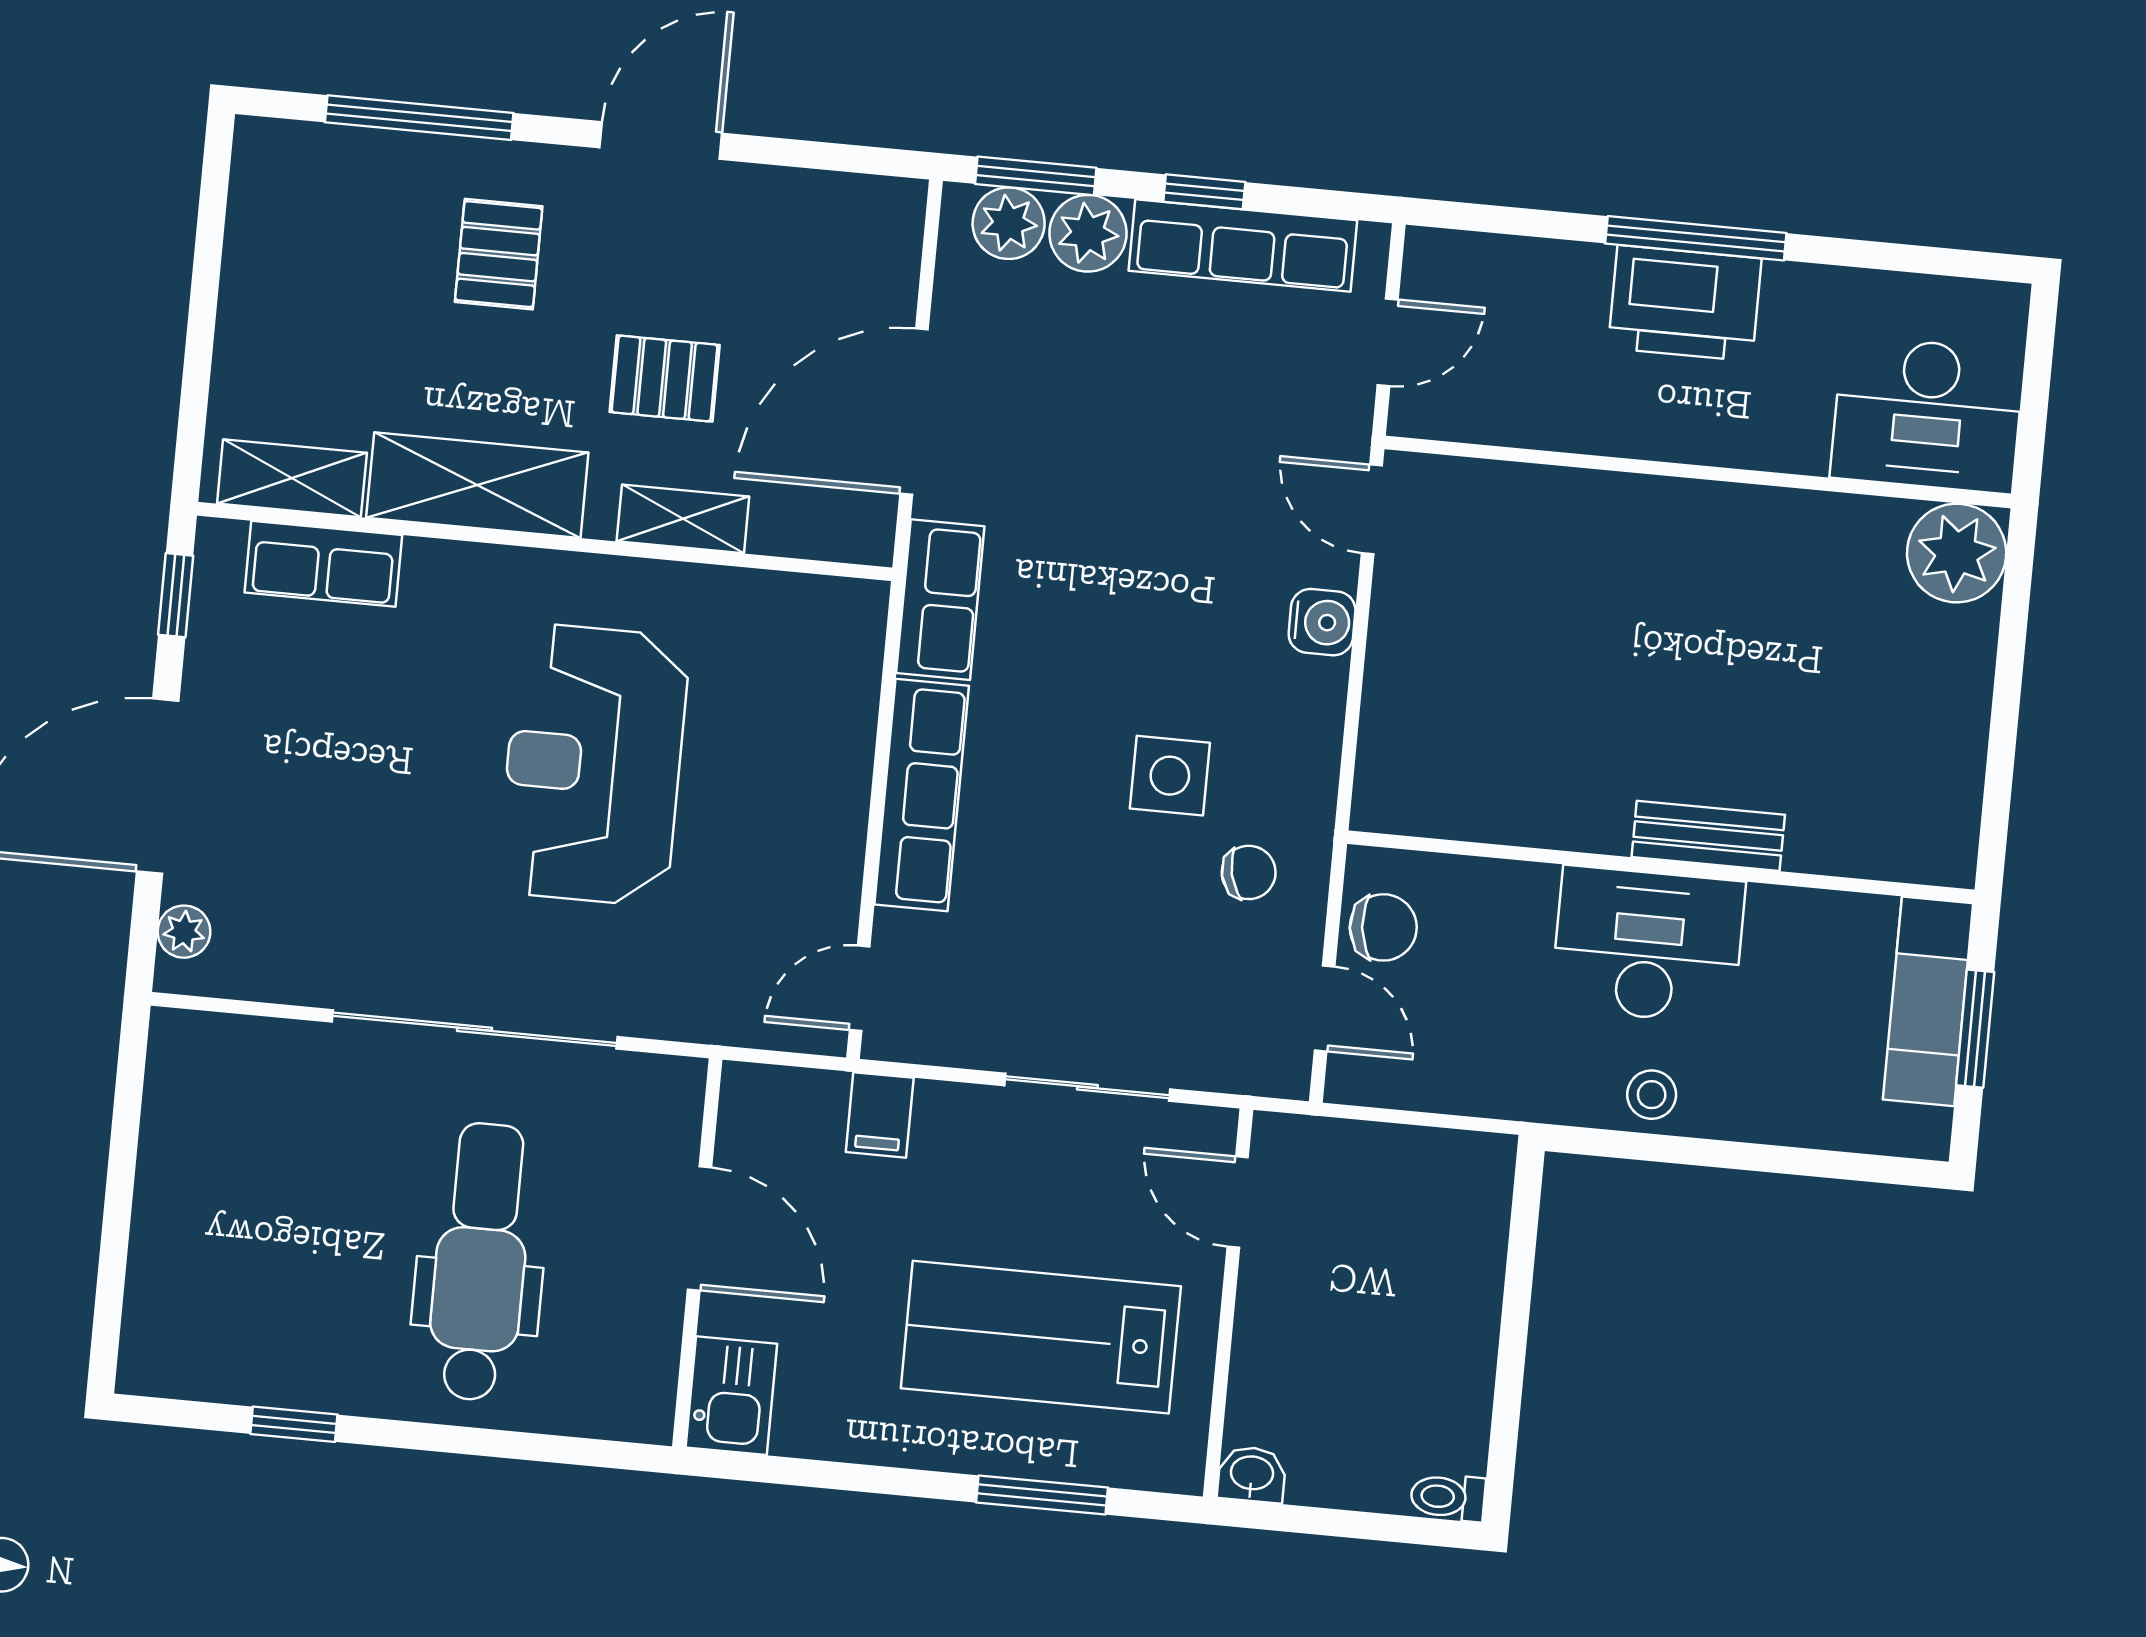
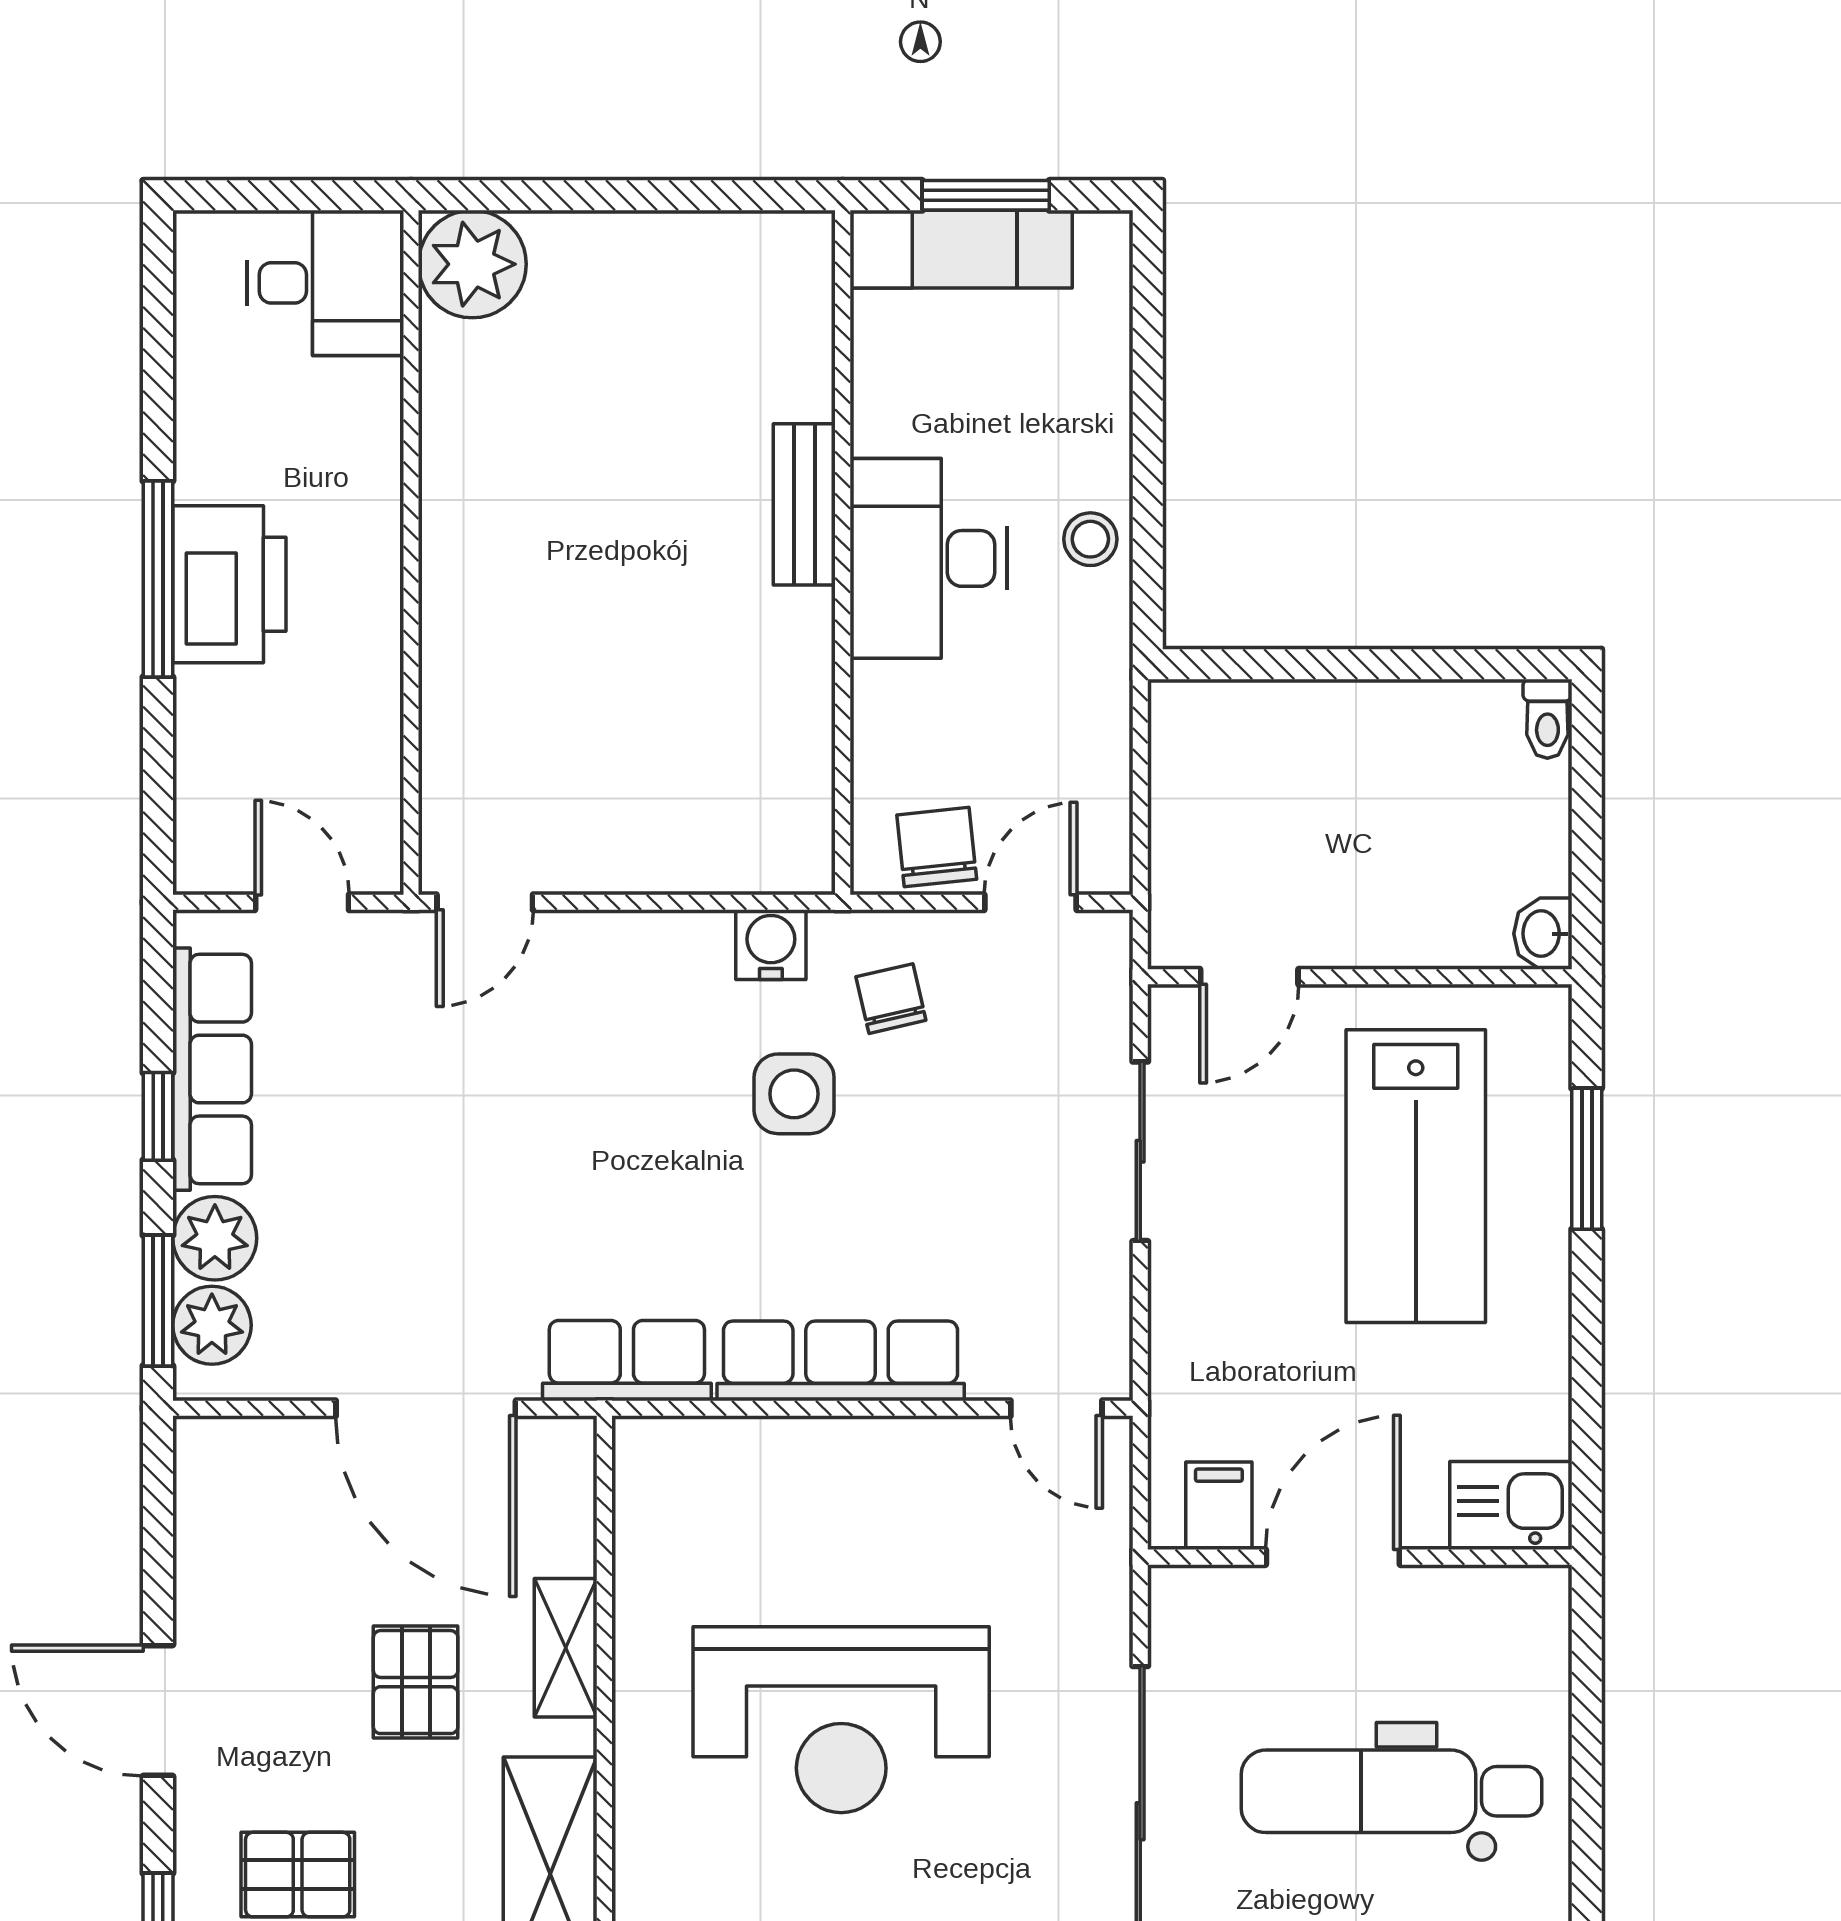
desk: (1927, 415) -> (325, 283), width x0.73
water cooler: (1322, 622) -> (771, 945), moved
filing cabinet: (880, 1115) -> (1219, 1506), moved, turned -90

